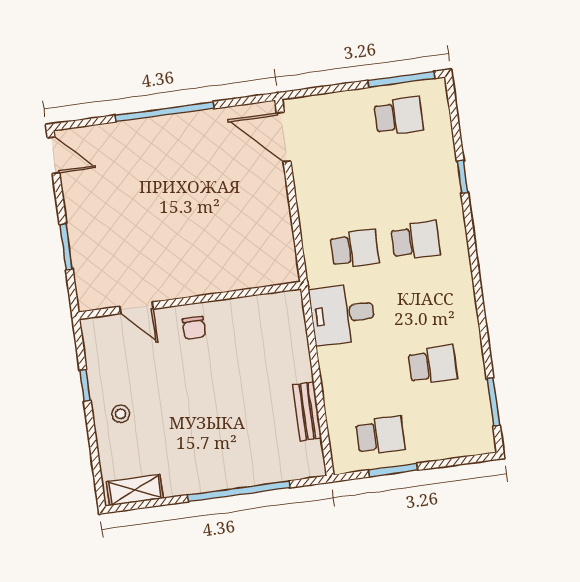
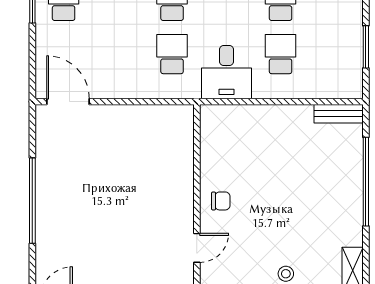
door: (284, 137) -> (68, 102), swing flipped
bench: (307, 411) -> (339, 114), moved
school desk: (380, 435) -> (281, 54), moved

